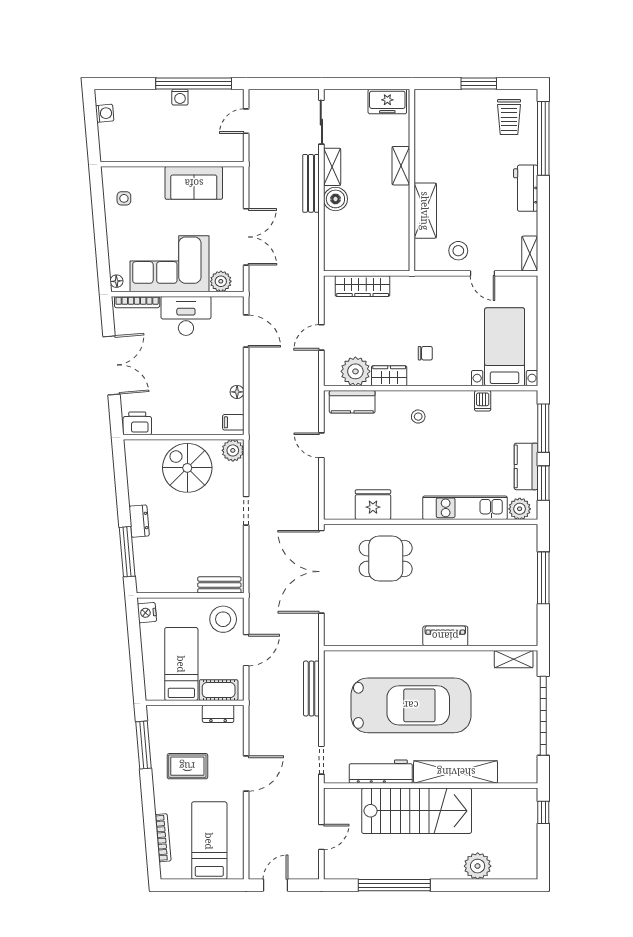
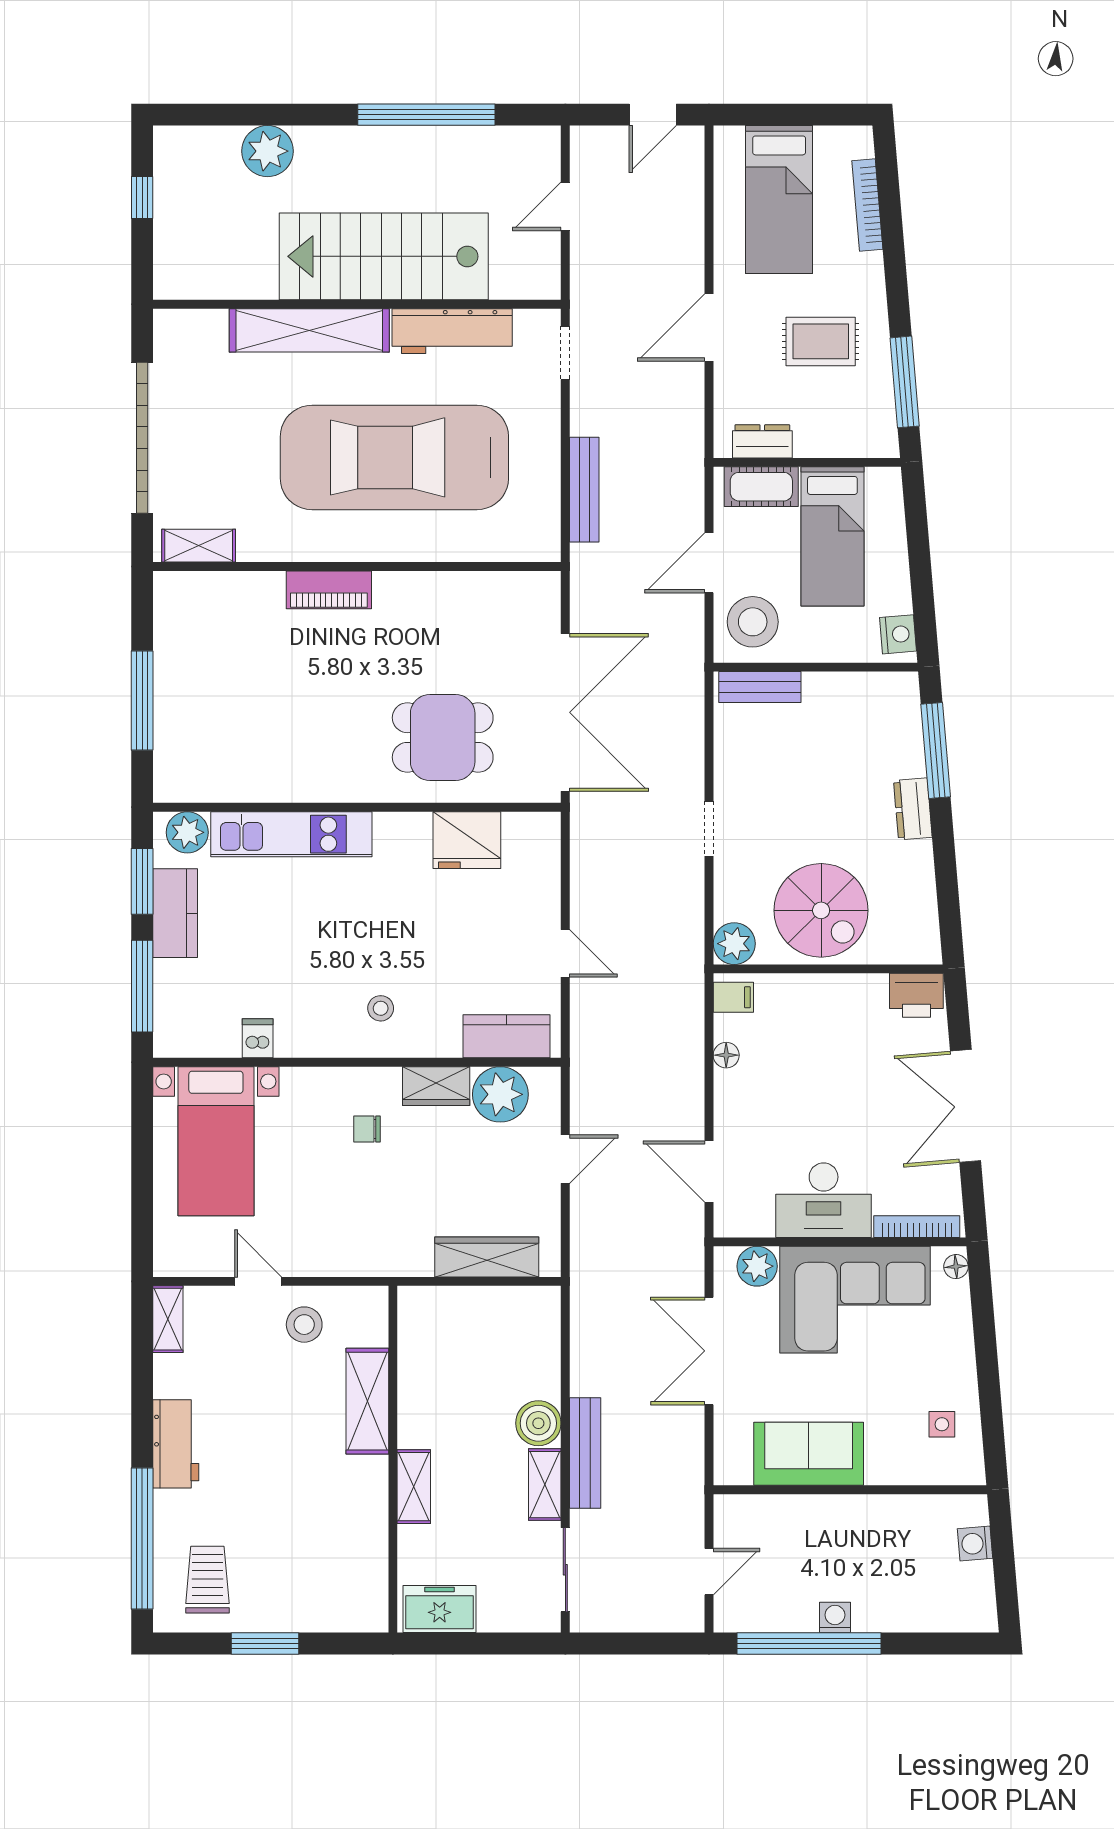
washing machine: (105, 113) -> (975, 1544), moved
window: (543, 812) -> (142, 198), moved

